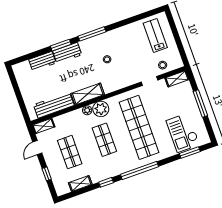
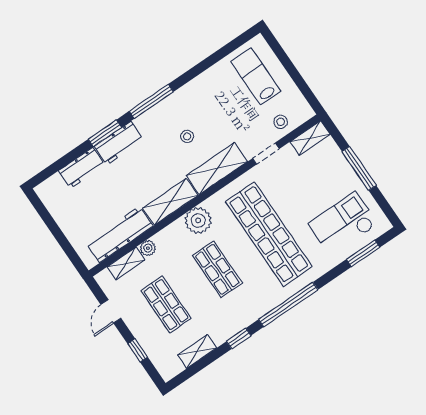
shelving: (119, 82) -> (217, 168), added
plant: (87, 110) -> (148, 248), moved
shelving: (43, 126) -> (126, 263), moved
checkout: (183, 133) -> (343, 224), turned 90

